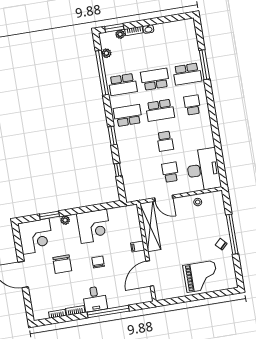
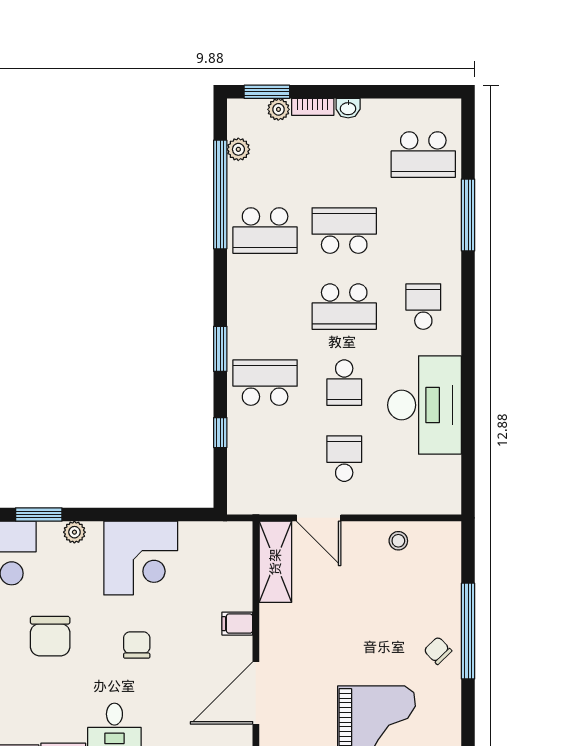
school desk: (187, 74) -> (423, 155), moved
school desk: (128, 115) -> (265, 383), moved
desk: (203, 170) -> (425, 405), moved
shelving: (150, 227) -> (275, 562), width x0.68

